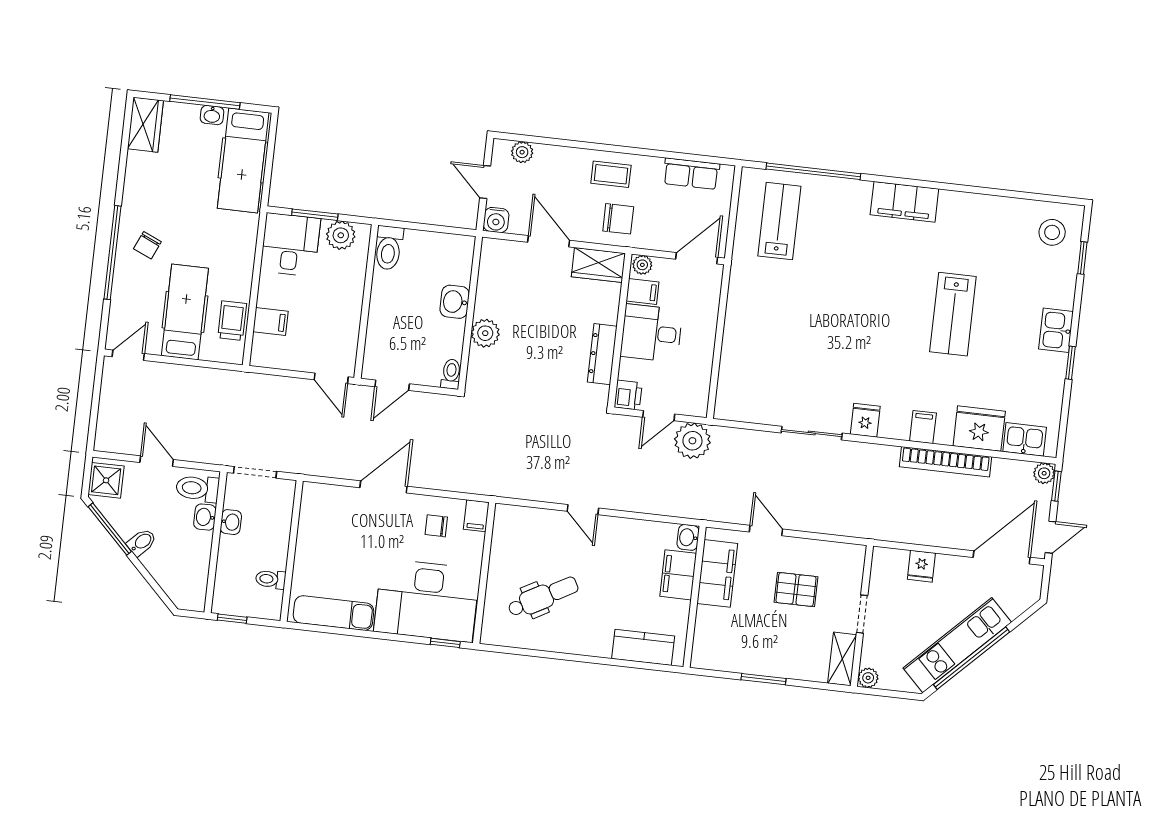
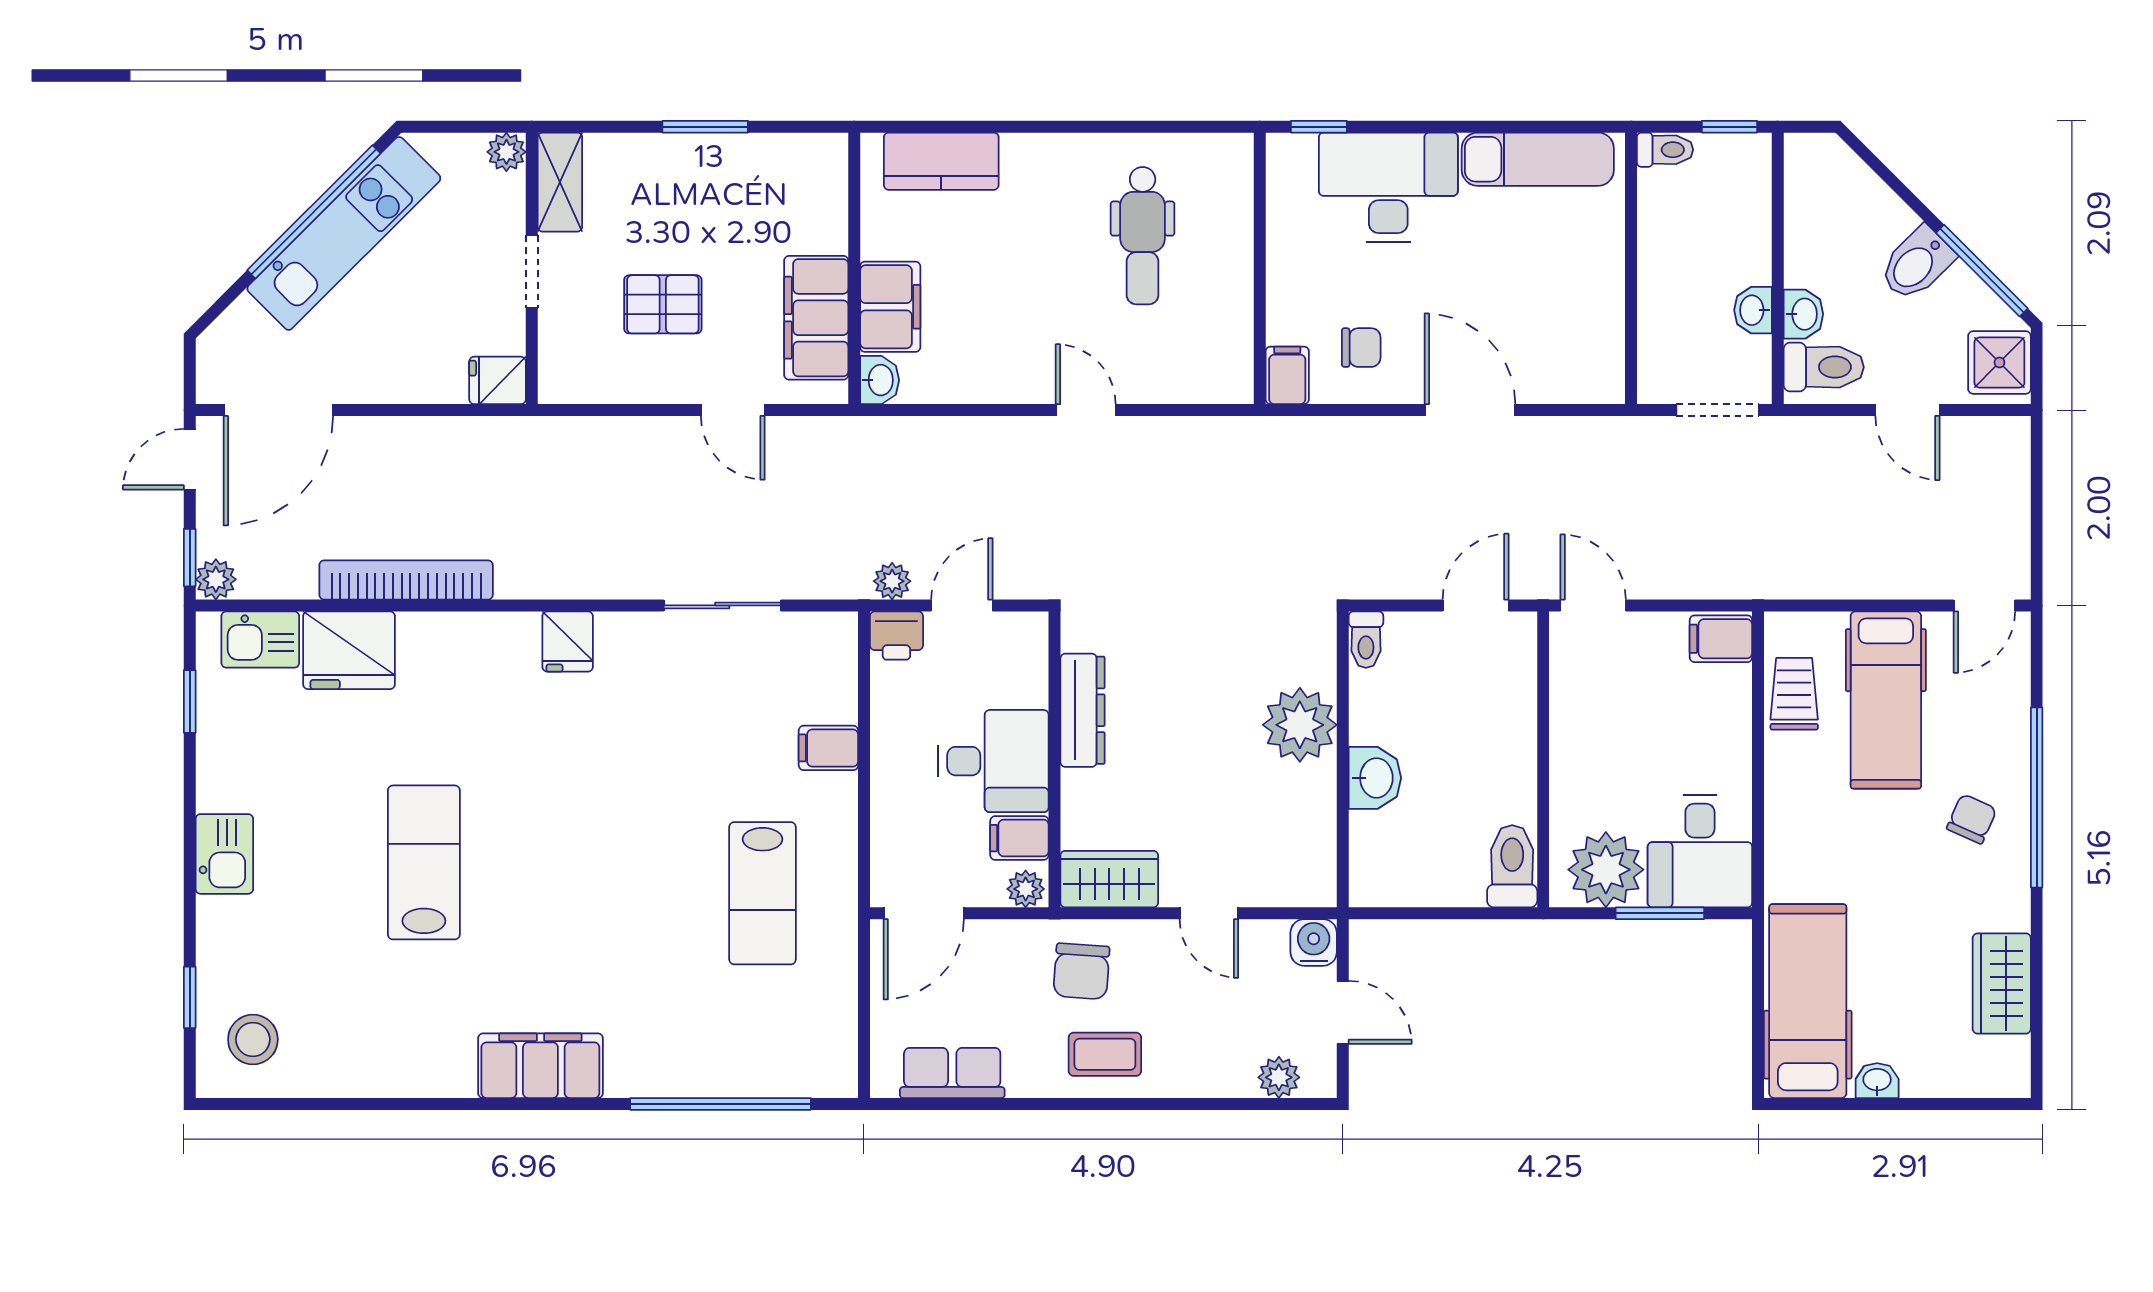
window: (205, 102) -> (1893, 1104), removed
wardrobe: (145, 125) -> (2002, 984), moved
chair: (618, 219) -> (1081, 971), turned -86
lab bench: (779, 221) -> (763, 893), moved
plant: (341, 235) -> (1606, 870), width x1.36, depth x1.36
door: (549, 241) -> (1209, 913), width x0.73
trolley: (232, 321) -> (1794, 694), turned 180
filing cabinet: (270, 321) -> (1721, 639), moved
plant: (485, 333) -> (1300, 725), width x1.36, depth x1.36
window: (1070, 363) -> (190, 701), moved
printer: (628, 395) -> (896, 636), moved, turned -90
filing cabinet: (923, 427) -> (828, 748), moved, turned 90
sliding door: (812, 433) -> (722, 605), moved
plant: (692, 441) -> (892, 581), width x0.53, depth x0.53
door: (384, 487) -> (1470, 410), swing flipped
bidet: (142, 542) -> (1917, 264), width x1.38, depth x1.36
fridge: (921, 566) -> (498, 380), moved, turned -90
toilet: (271, 579) -> (1665, 150), moved
dental chair: (543, 597) -> (1143, 236), turned -61
desk: (427, 600) -> (1388, 187), width x0.73, depth x0.77

